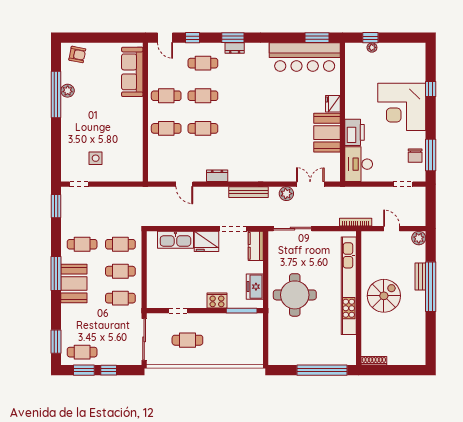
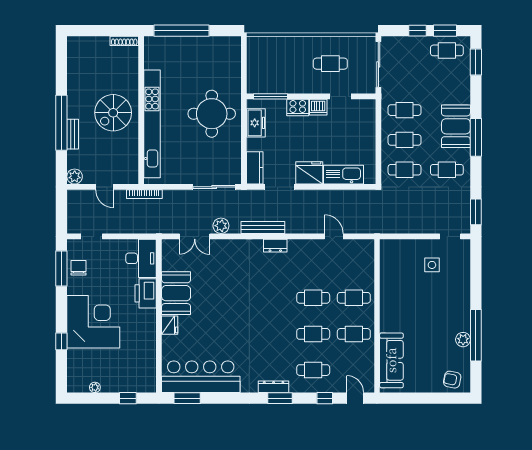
plant: (372, 47) -> (95, 387), moved
dresser: (235, 48) -> (274, 387), width x1.44
dresser: (217, 176) -> (275, 246), moved
dishwasher: (198, 301) -> (318, 107), added

